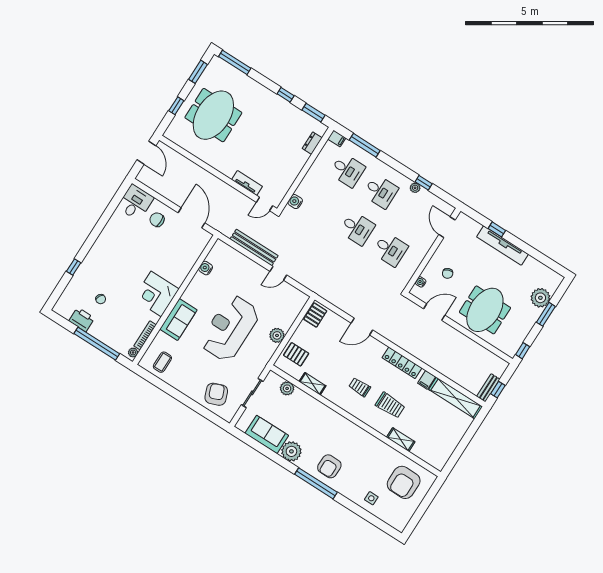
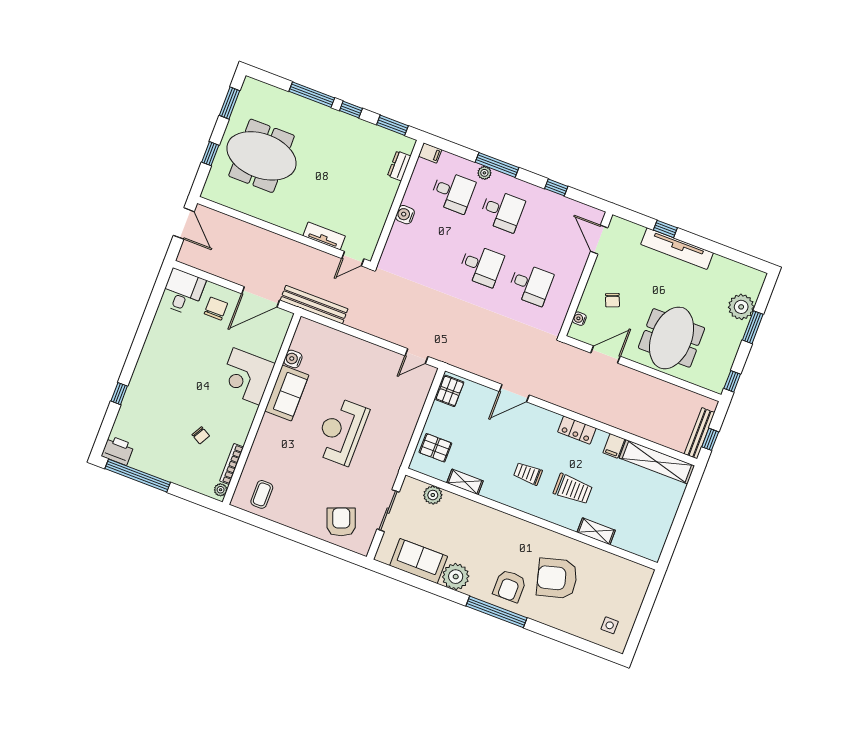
window: (235, 62) -> (312, 95), moved
meeting table: (213, 115) -> (262, 156), turned 90
window: (365, 145) -> (497, 165), moved
plant: (415, 188) -> (484, 173), moved
water cooler: (295, 202) -> (405, 215), moved
door: (191, 218) -> (261, 297), swing flipped
chair: (157, 220) -> (216, 309), turned 90
bench: (254, 247) -> (314, 305), moved
door: (278, 273) -> (417, 356), moved
corner desk: (156, 294) -> (246, 376), moved
chair: (101, 299) -> (201, 435), moved
sofa: (178, 319) -> (287, 393), moved
printer: (82, 320) -> (118, 450), moved
reception desk: (230, 328) -> (341, 431), width x0.74, depth x0.77
plant: (277, 335) -> (405, 428), removed
window: (97, 344) -> (138, 476), moved
locker: (402, 363) -> (577, 430), width x0.66
bench: (488, 388) -> (700, 433), width x1.36
armchair: (404, 482) -> (557, 578), moved, turned 75
side table: (371, 498) -> (610, 625), moved

